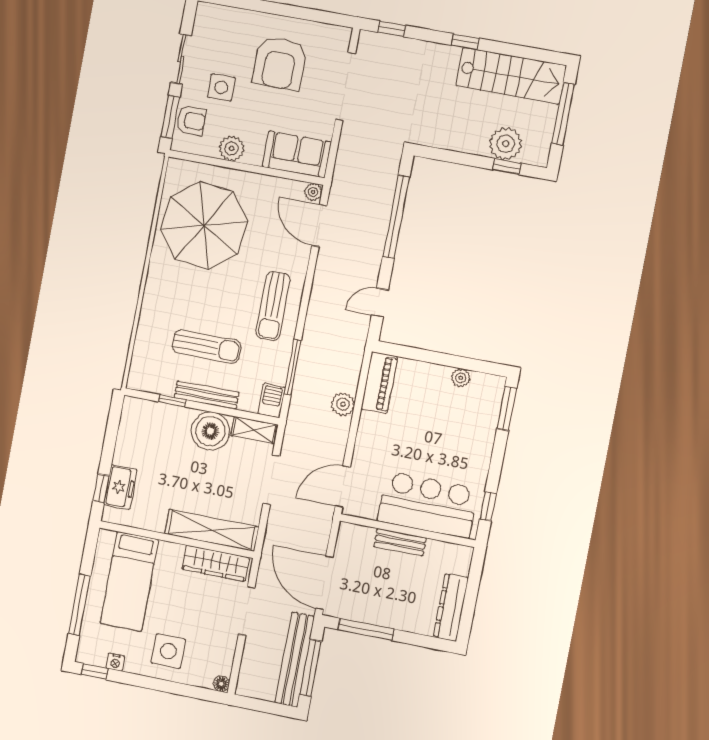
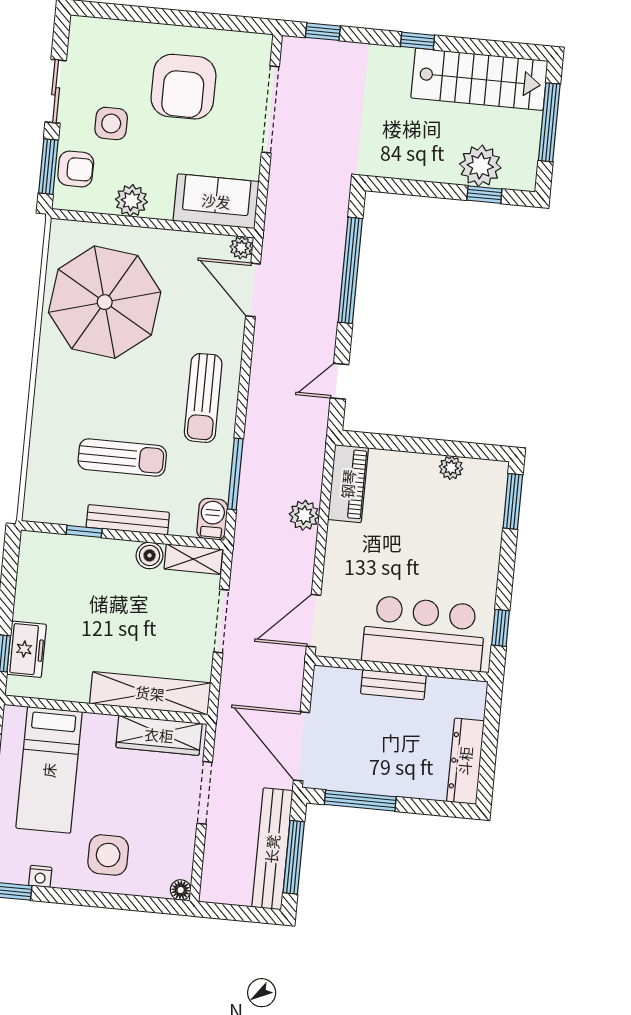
boiler: (210, 431) -> (149, 555), width x0.54, depth x0.54

